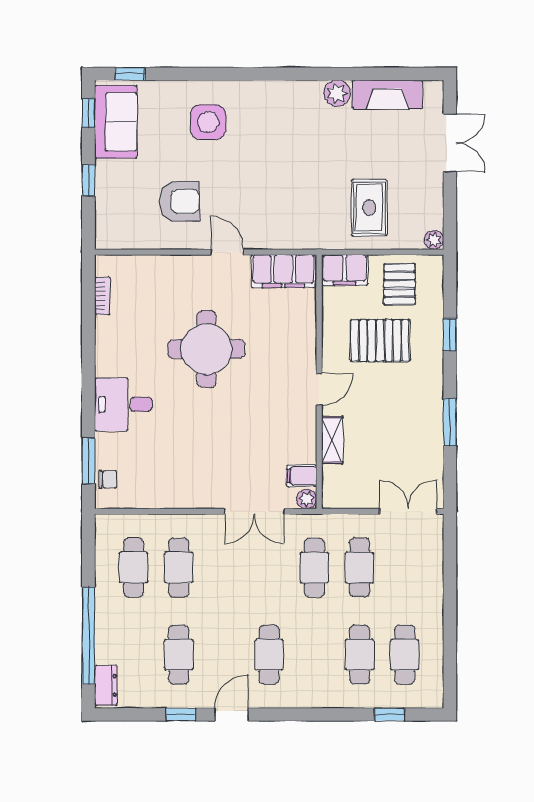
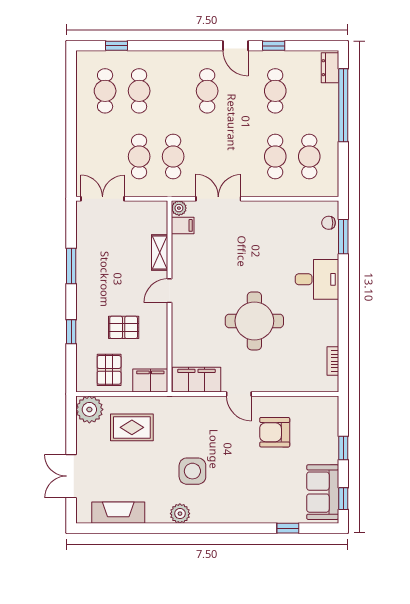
window: (130, 74) -> (288, 528), moved
plant: (337, 93) -> (180, 514), moved
side table: (208, 122) -> (192, 471), moved
rug: (369, 208) -> (132, 427), turned 90
plant: (434, 240) -> (89, 409), width x1.88, depth x1.88
pallet: (380, 340) -> (124, 327), width x0.67, depth x0.71
double door: (408, 511) -> (103, 199), swing flipped
door: (232, 715) -> (235, 46), hinge flipped

